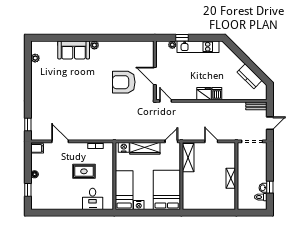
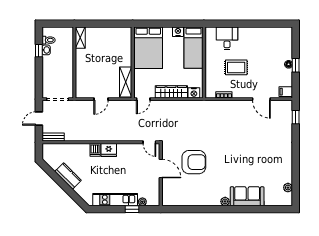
kitchen counter: (250, 76) -> (68, 176), moved
door: (211, 141) -> (101, 99), hinge flipped
shelving: (231, 178) -> (80, 38), moved
window: (28, 190) -> (296, 65), moved

